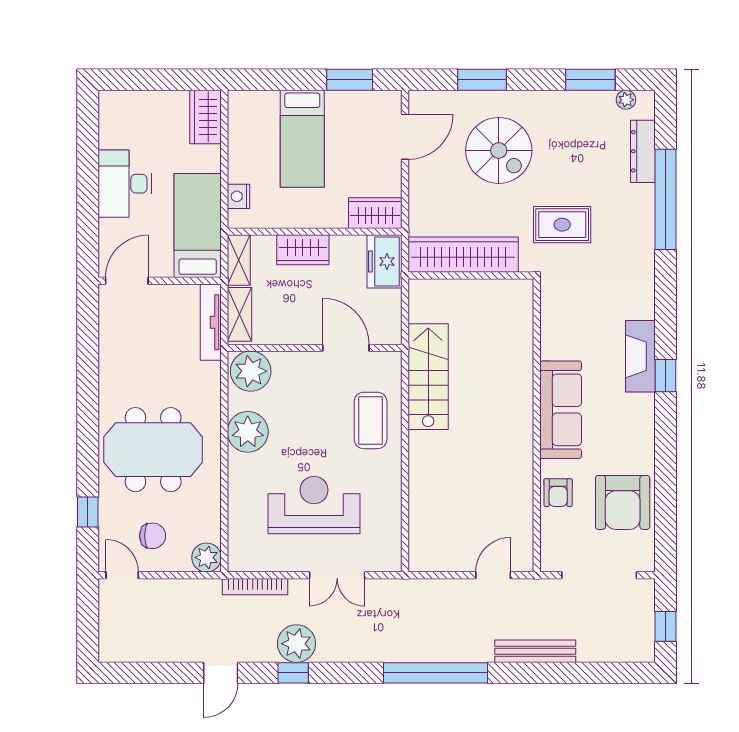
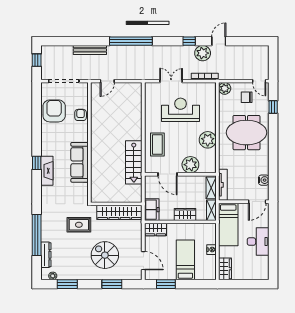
door: (405, 137) -> (143, 261), swing flipped
nightstand: (239, 196) -> (211, 250), moved
water cooler: (111, 334) -> (264, 180), added
plant: (251, 371) -> (190, 165), moved
sofa: (561, 410) -> (80, 162), moved
reception desk: (314, 505) -> (181, 110), turned 180
plant: (296, 644) -> (203, 53), moved

